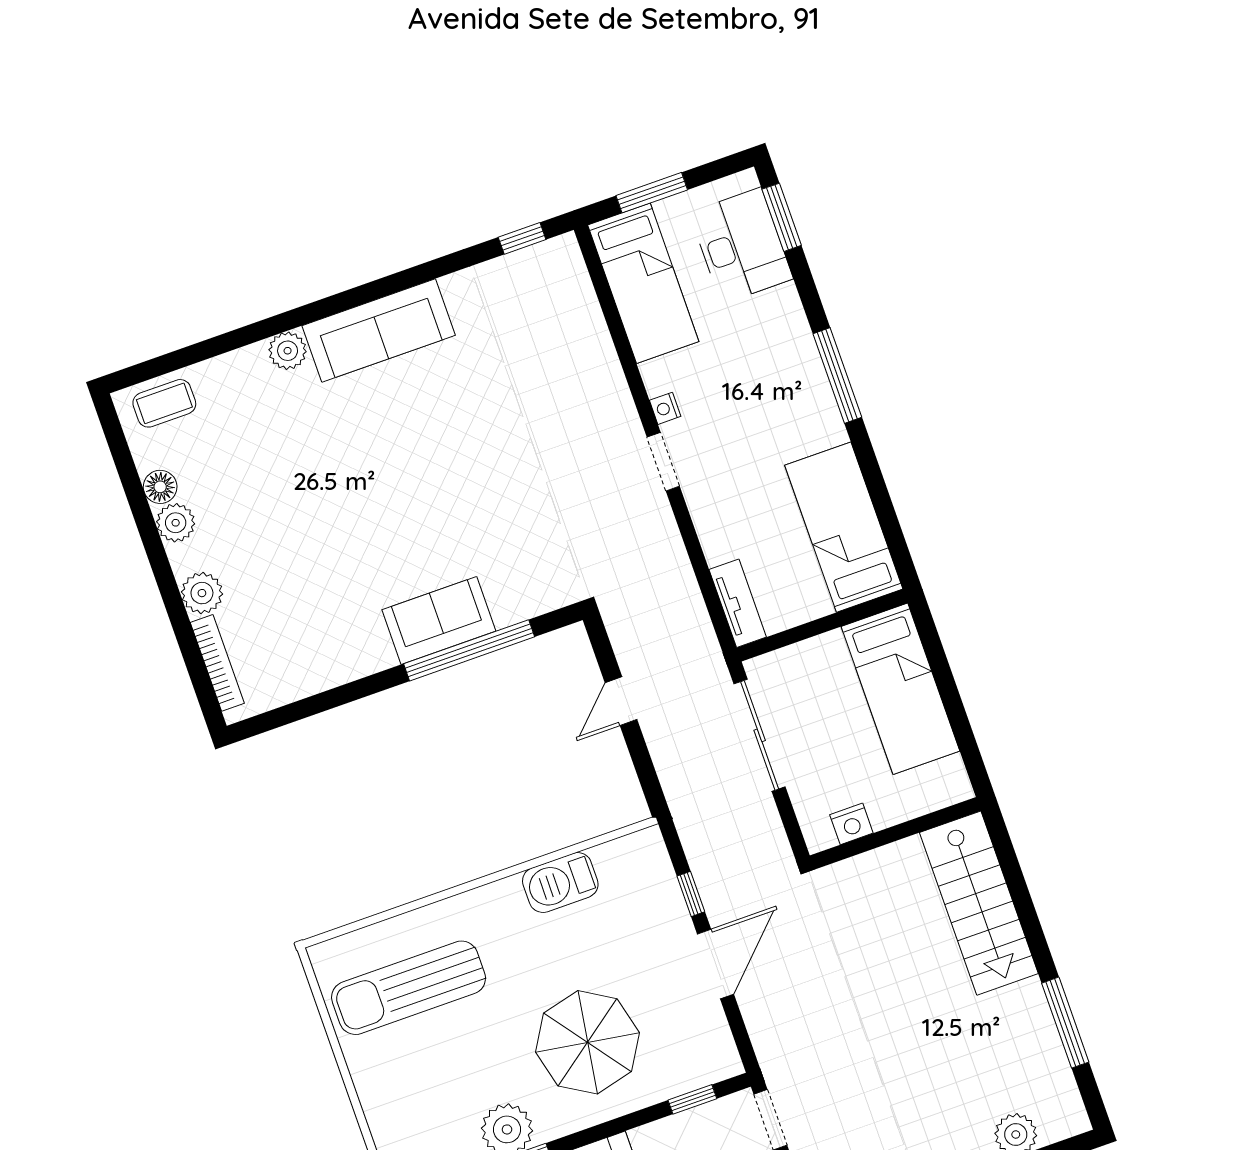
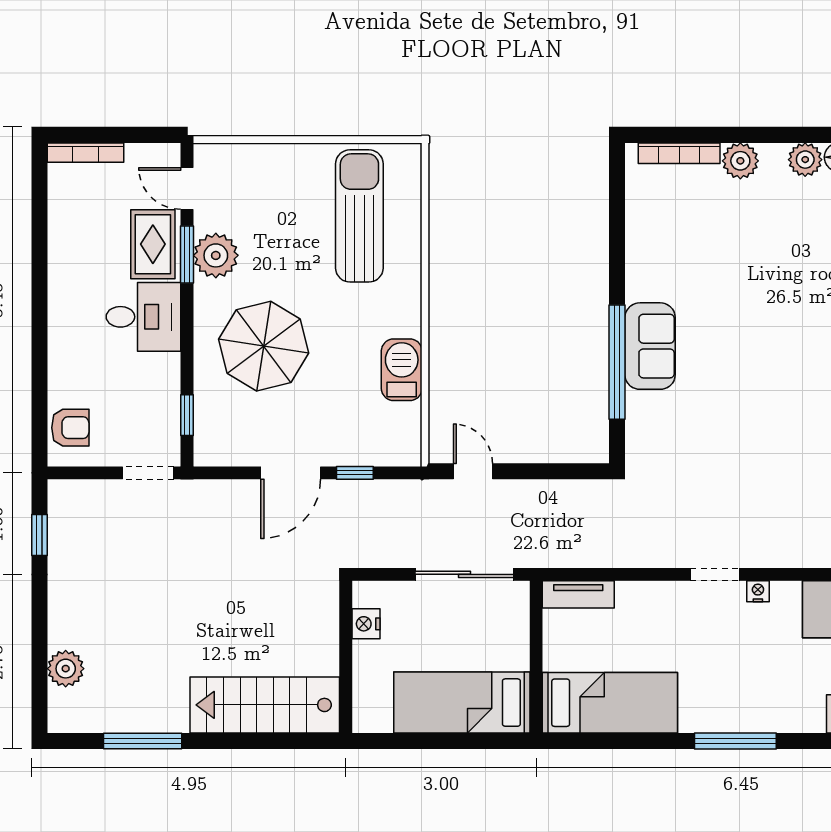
door: (621, 701) -> (473, 471), moved
door: (716, 964) -> (291, 473), hinge flipped

